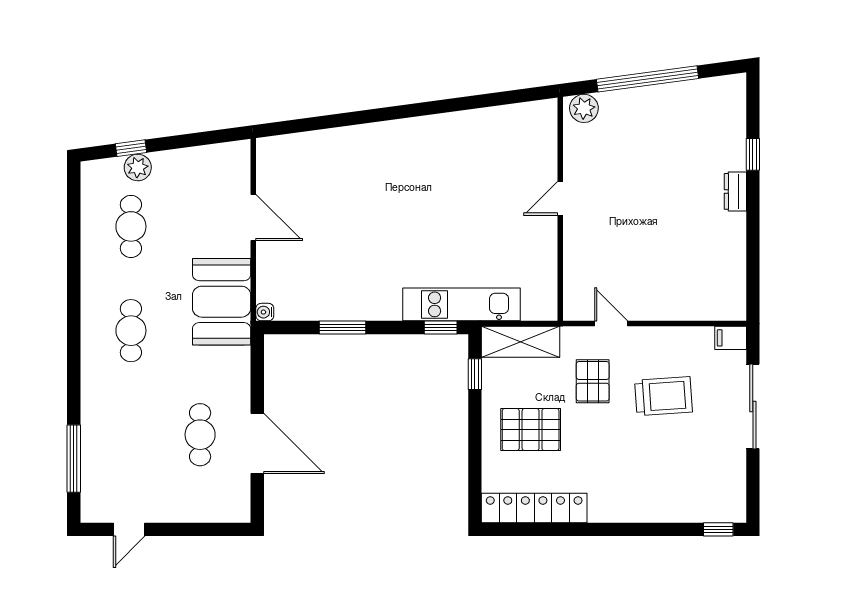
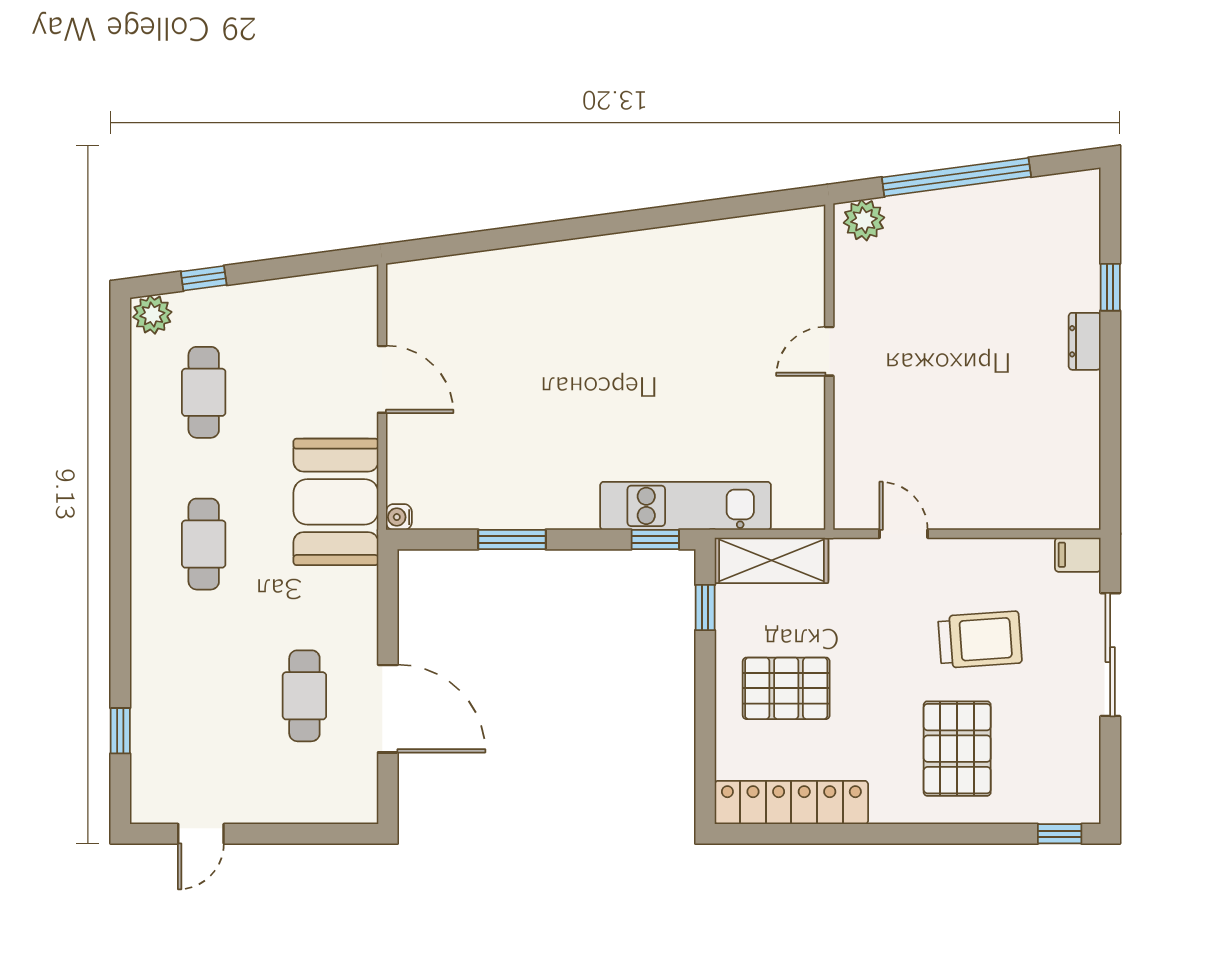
plant: (138, 167) -> (152, 315), moved
pallet: (593, 381) -> (957, 749), moved, width x1.50, depth x1.42
window: (74, 459) -> (120, 731), width x0.46

